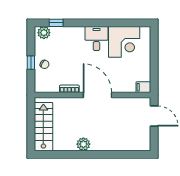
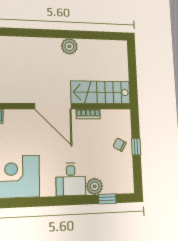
plant: (44, 33) -> (95, 186), moved
desk: (96, 39) -> (71, 179), moved
stairs: (43, 127) -> (101, 92), moved, turned 90

